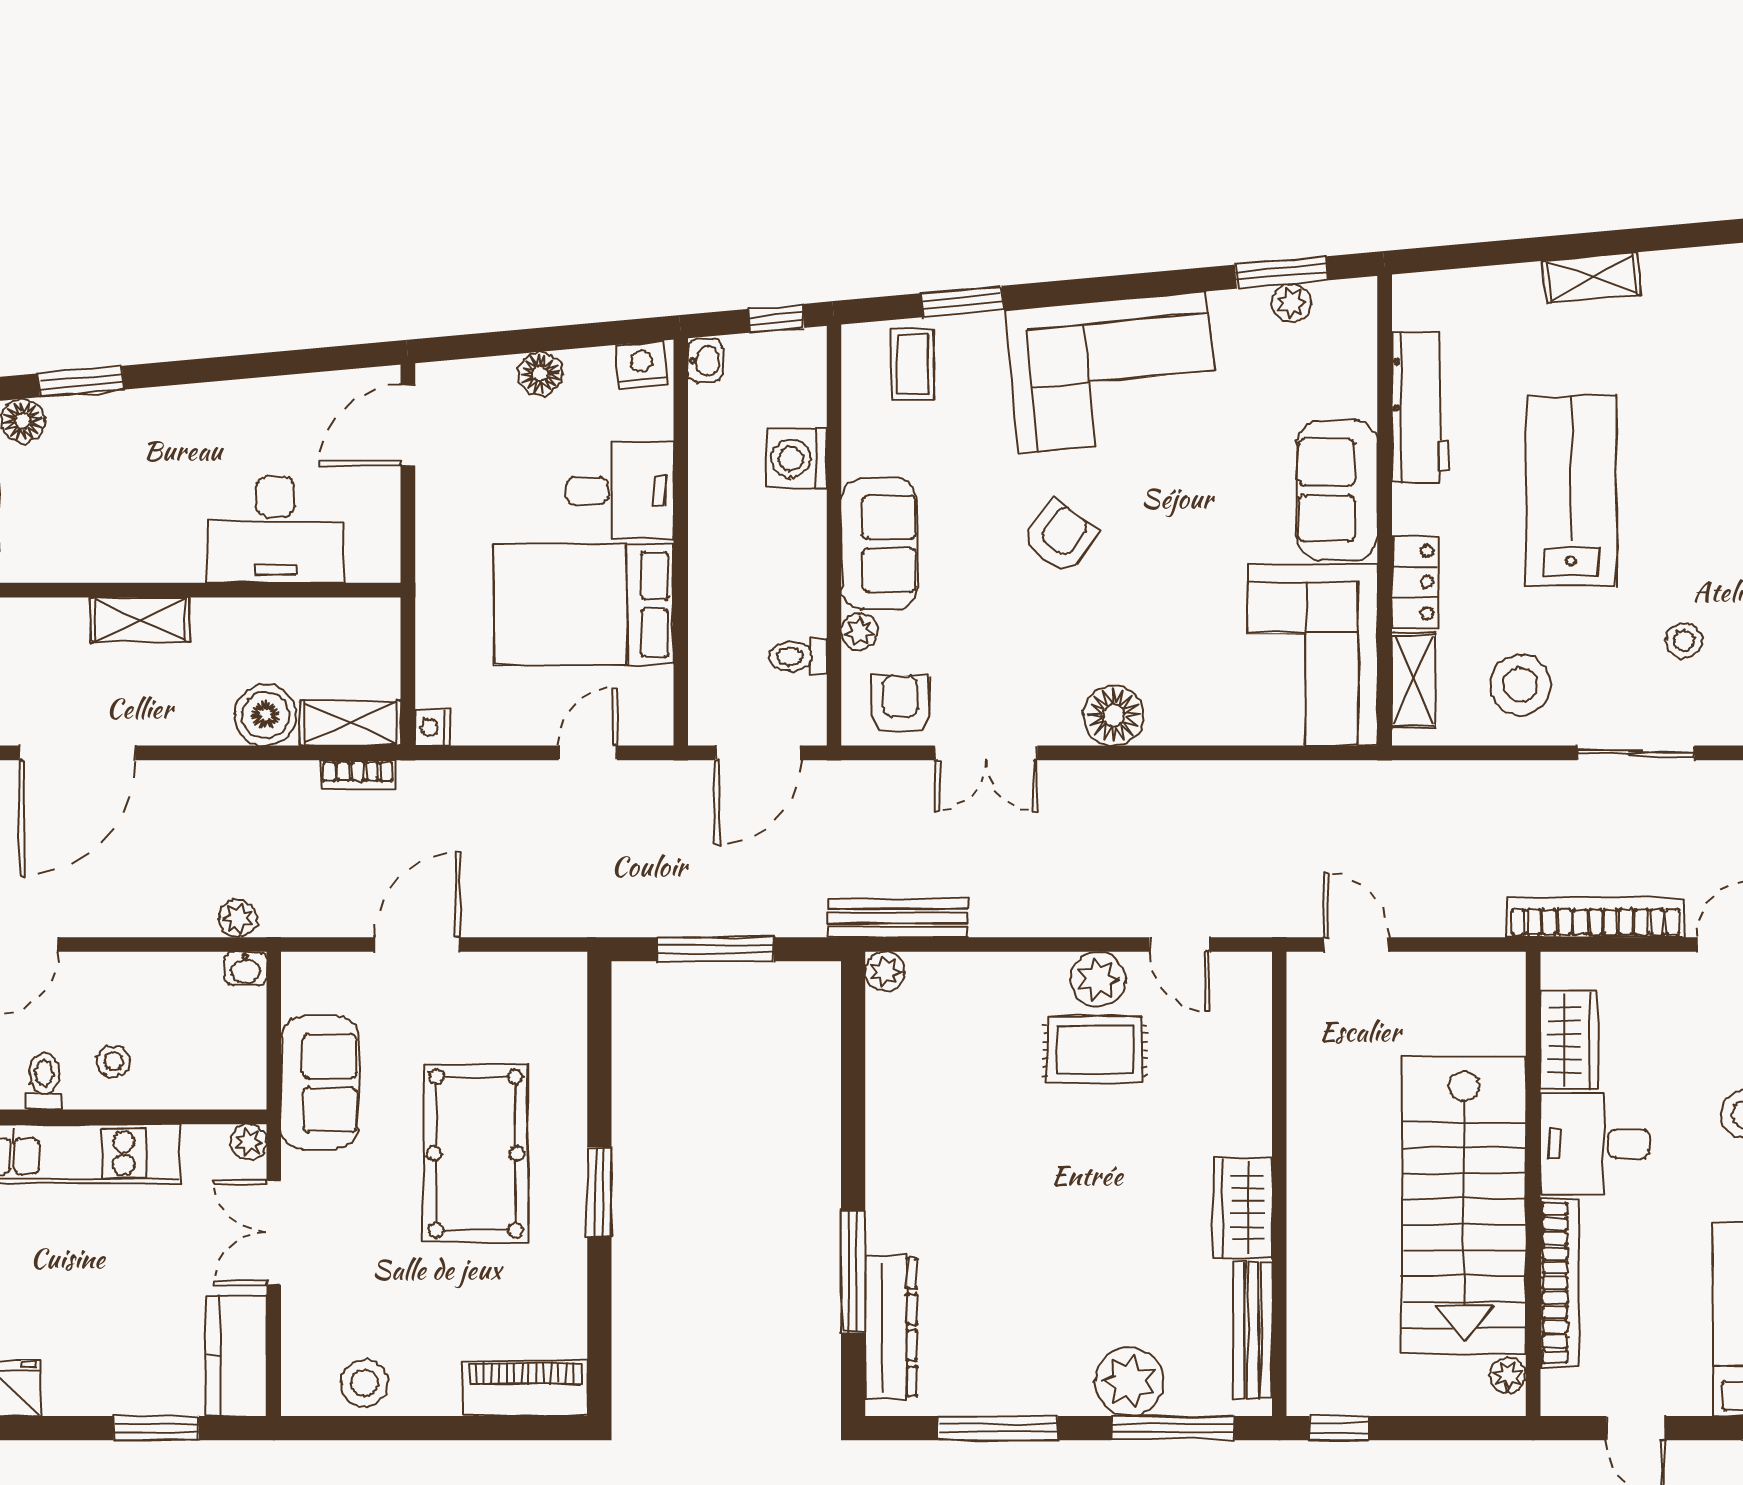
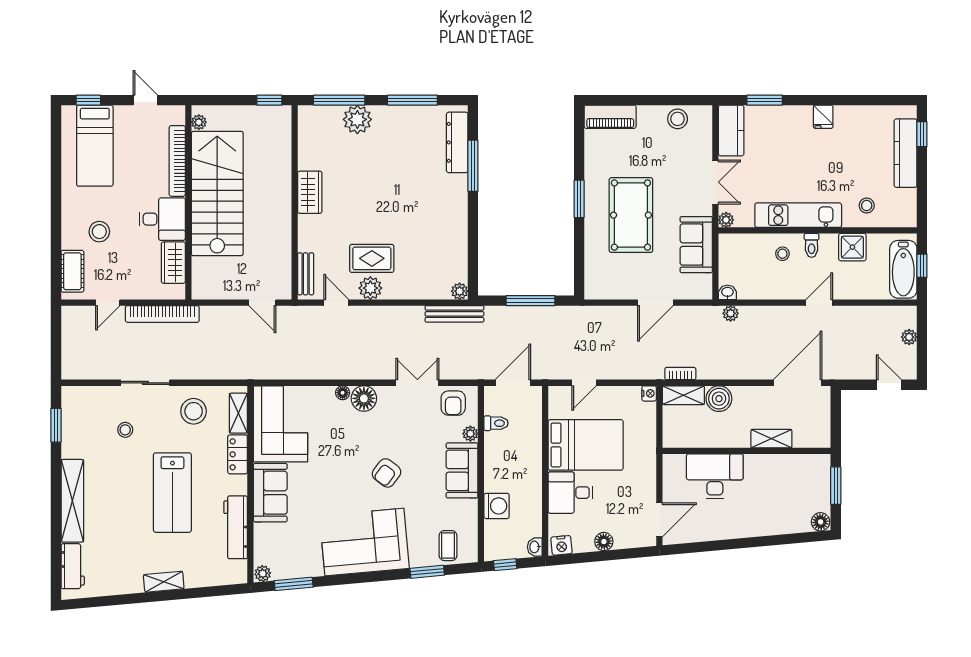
plant: (1291, 303) -> (263, 574), moved
window: (81, 381) -> (796, 538), removed
floor lamp: (1164, 729) -> (343, 393), added
bench: (1253, 1330) -> (306, 274), moved, width x0.73

